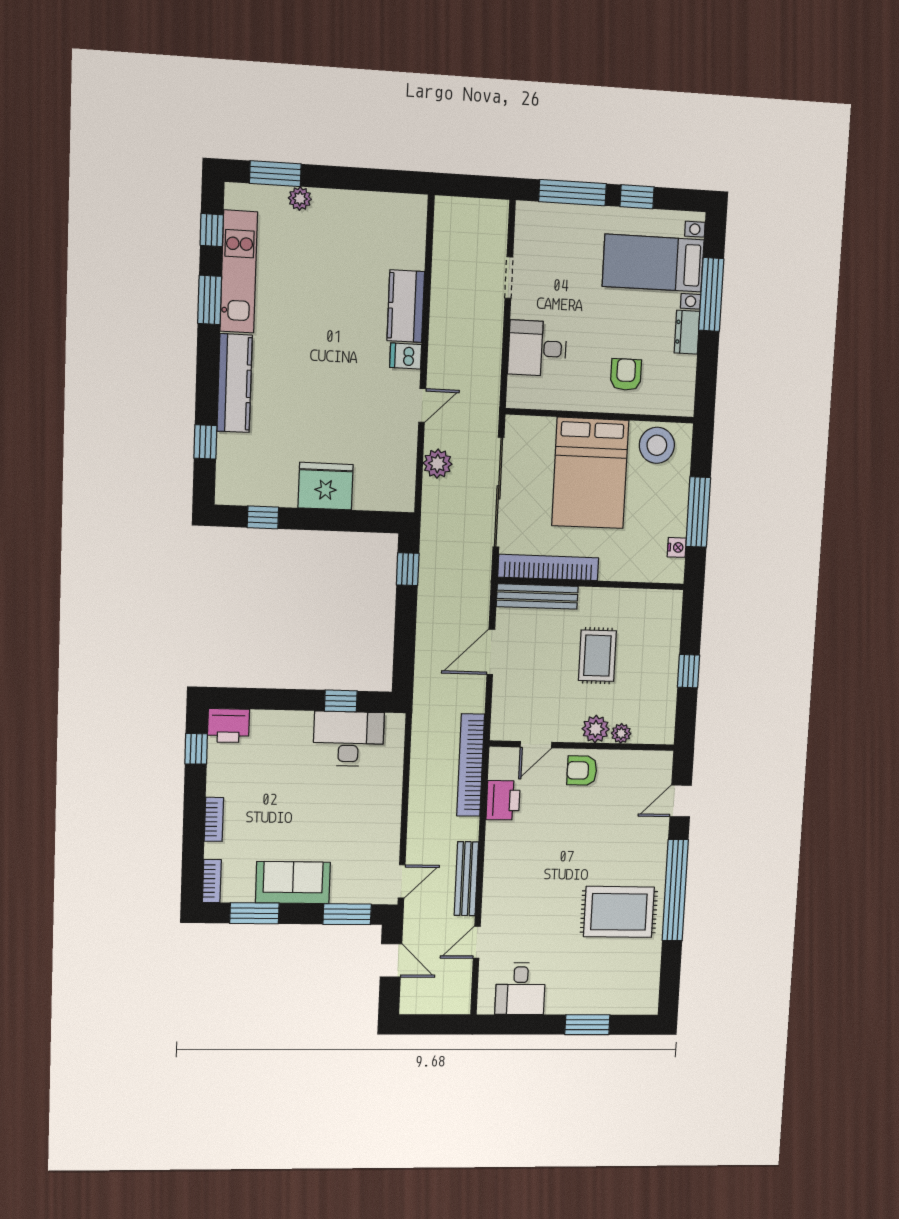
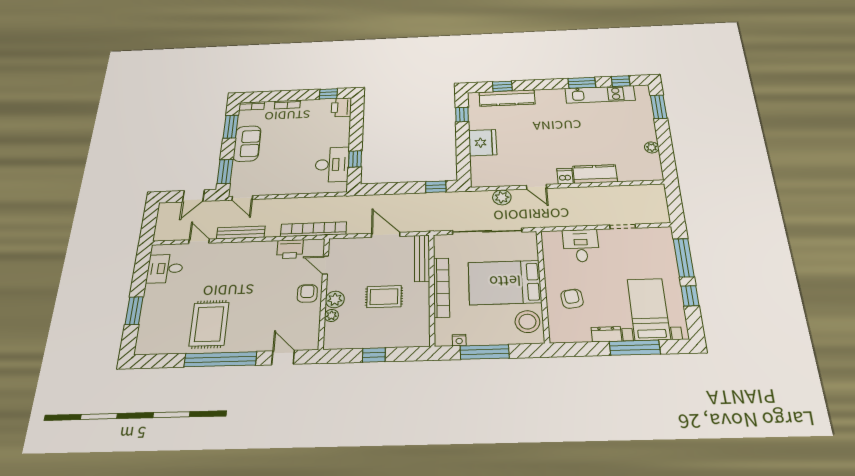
plant: (300, 199) -> (652, 147), moved
armchair: (626, 375) -> (572, 299), turned -98
kitchen counter: (235, 383) -> (507, 98), moved
bookcase: (548, 567) -> (441, 287), moved

